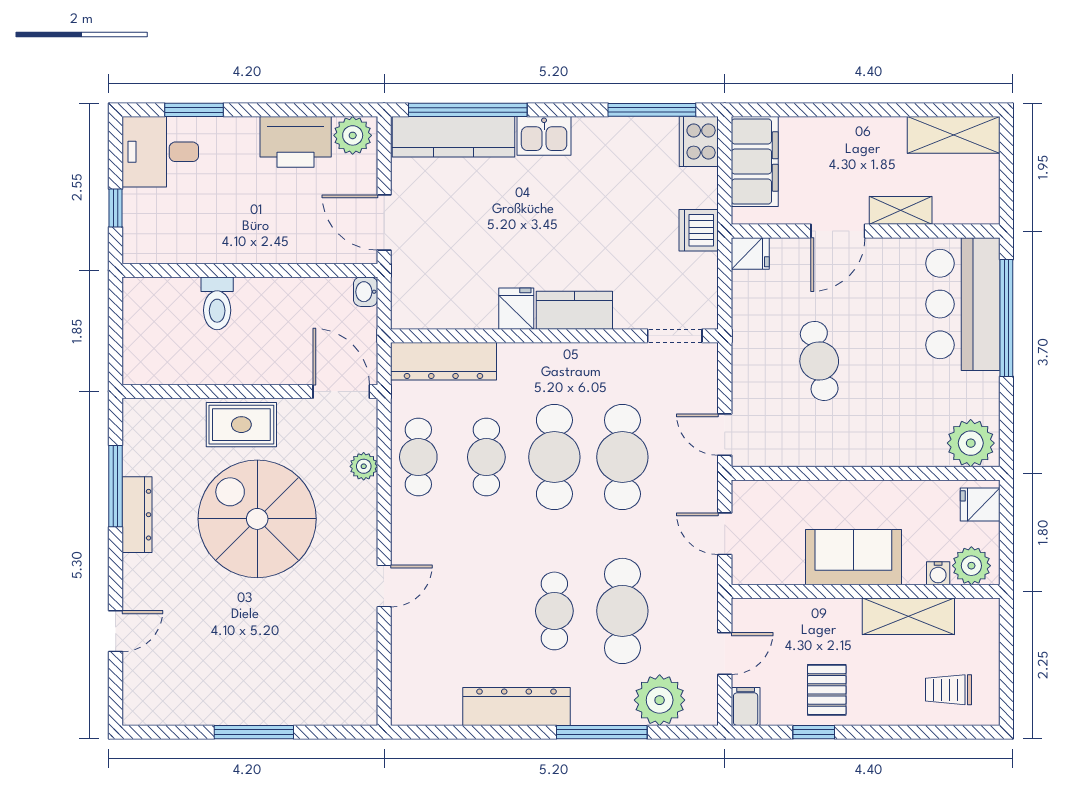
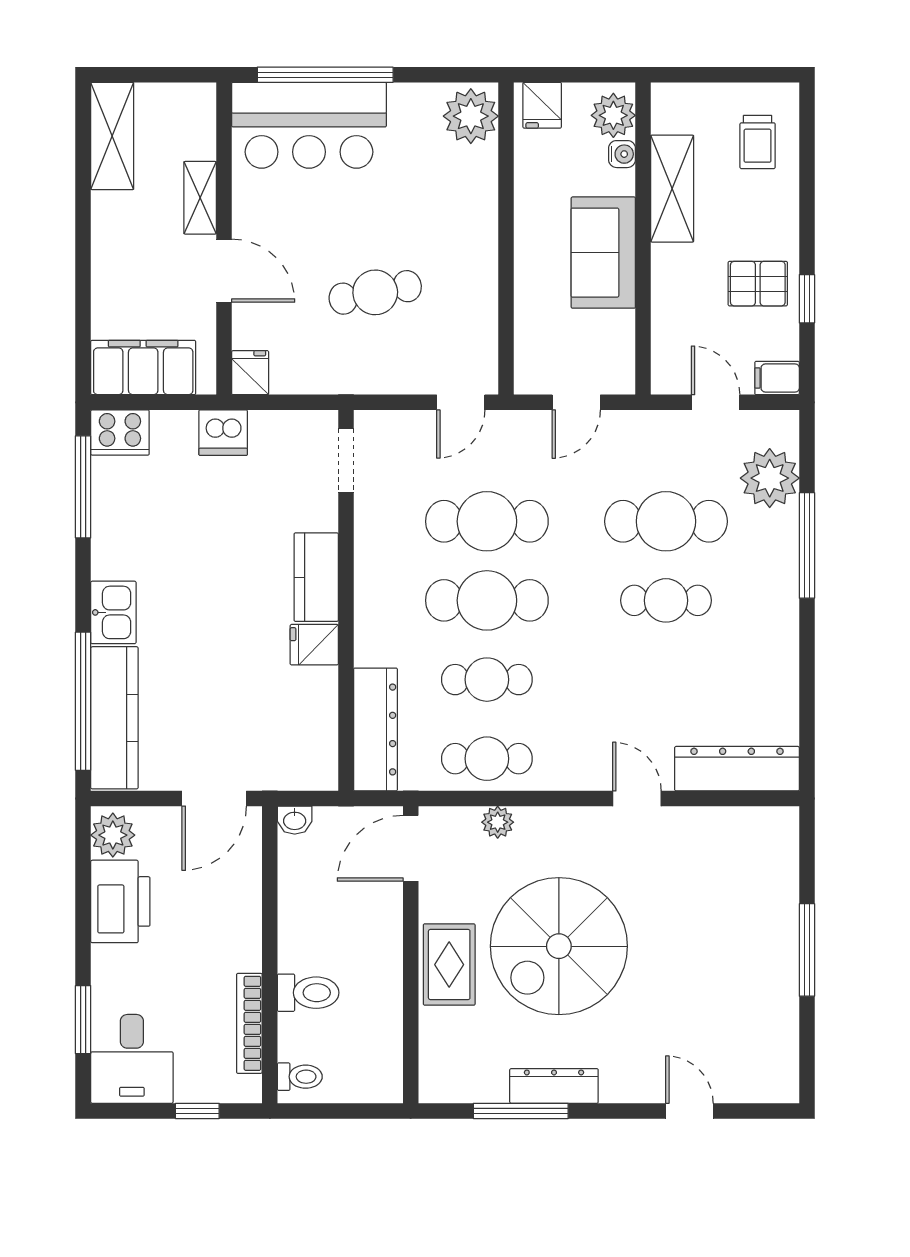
bookcase: (191, 253) -> (249, 1023), added
toilet: (145, 296) -> (300, 1077), added
dresser: (517, 706) -> (737, 769), moved, turned 90

